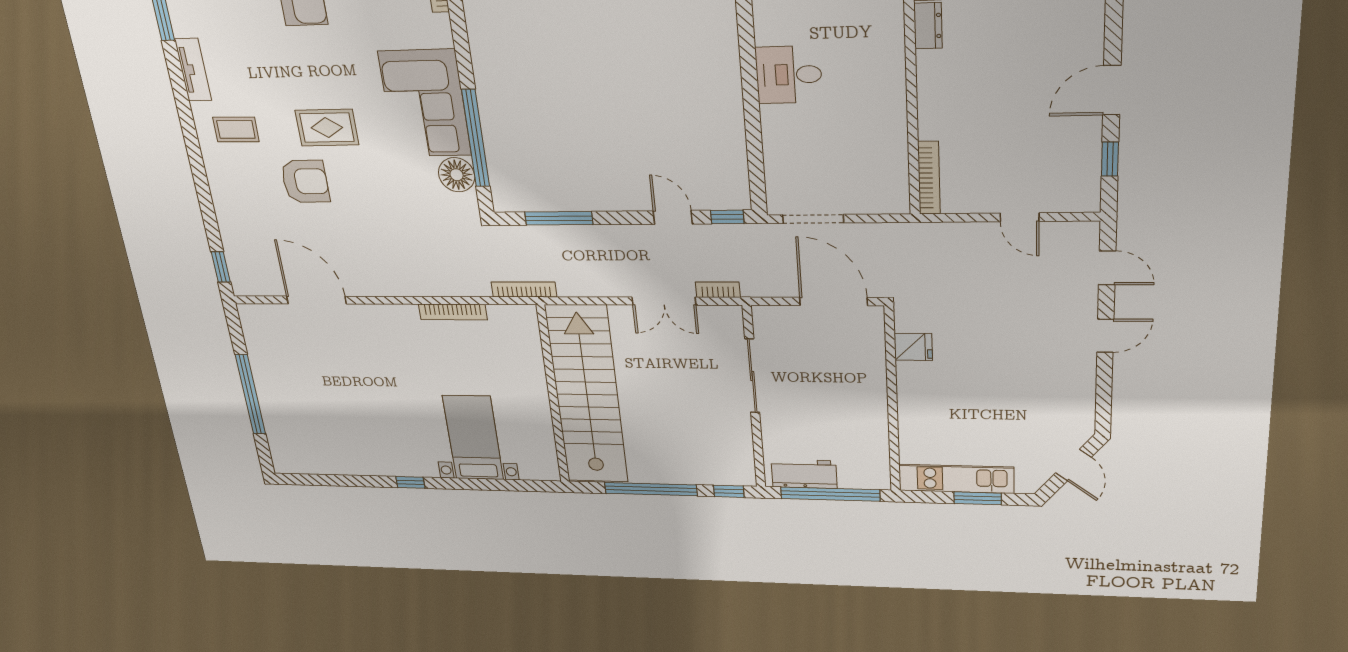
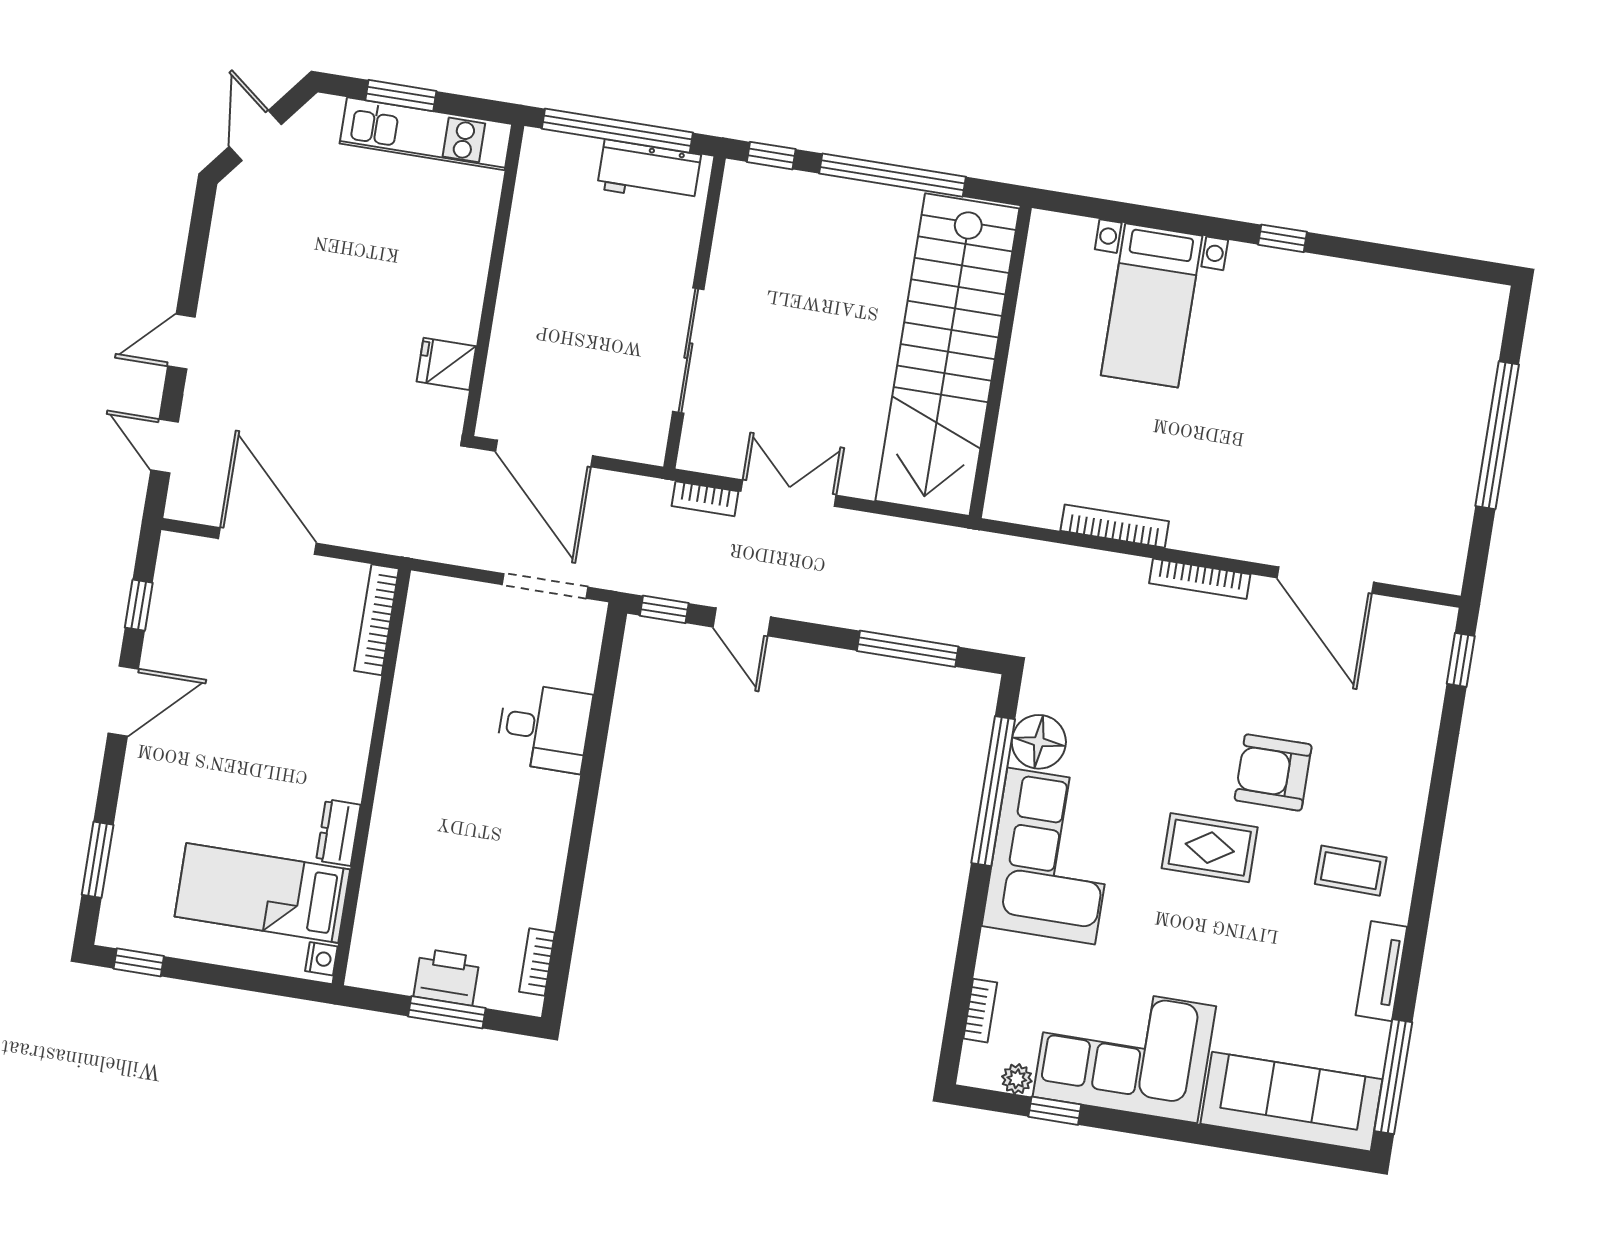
desk: (789, 75) -> (544, 728), moved
door: (1020, 217) -> (267, 541), width x1.88
bookcase: (524, 290) -> (1200, 579), moved

